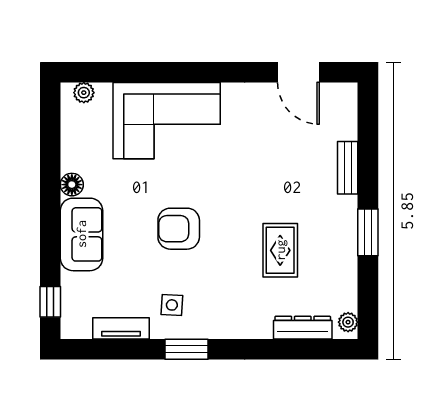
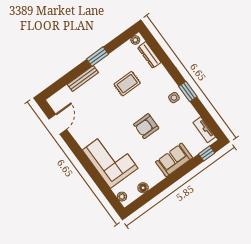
bench: (348, 168) -> (83, 78), width x1.36
floor lamp: (72, 185) -> (143, 188), moved
armchair: (179, 229) -> (146, 126), turned 90
side table: (172, 305) -> (174, 98), moved
tv unit: (121, 328) -> (204, 130), moved

